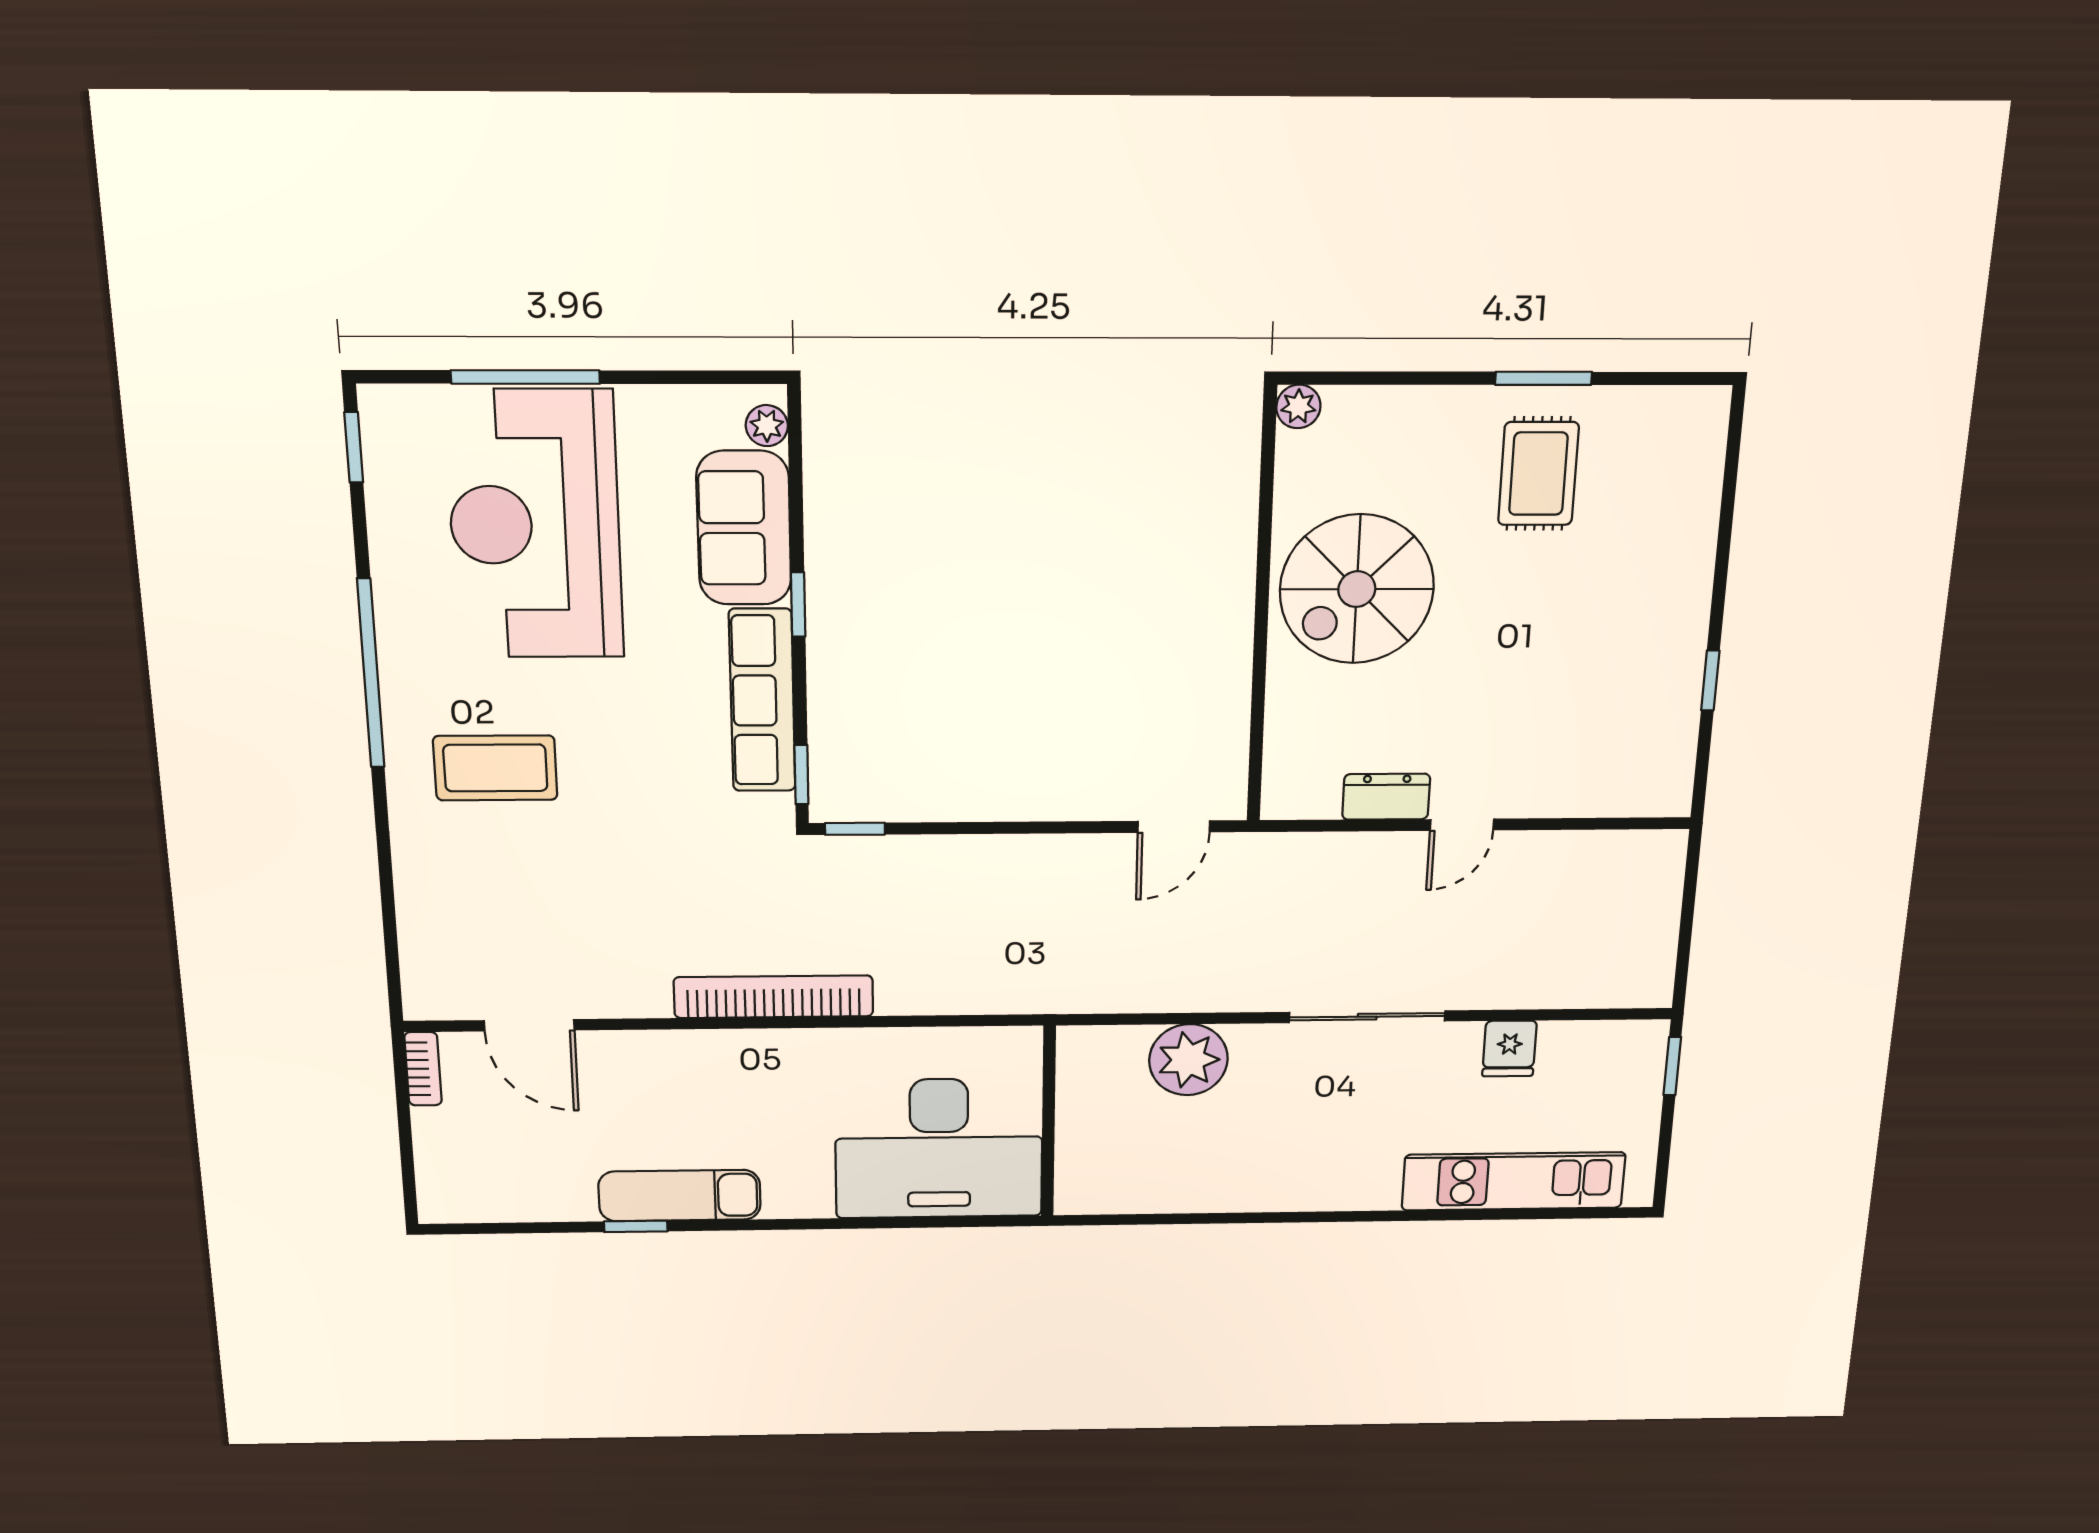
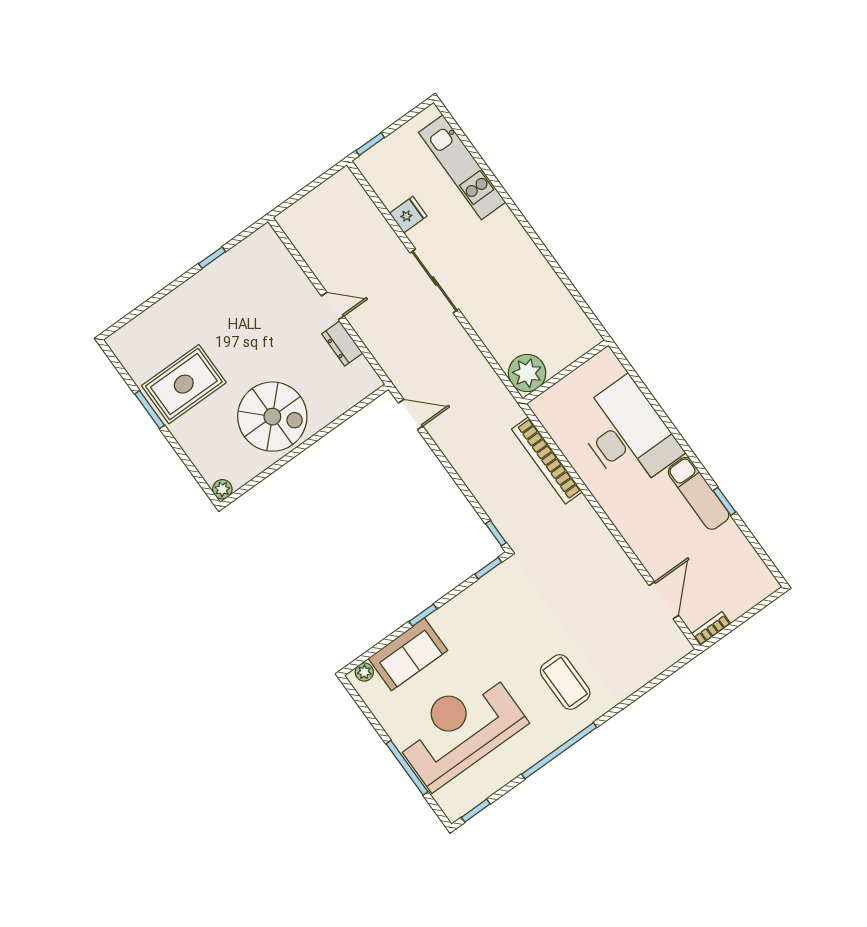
rug: (1538, 474) -> (184, 384), width x1.36, depth x1.43
reception desk: (535, 525) -> (460, 729), turned 180
row of seats: (762, 700) -> (469, 603), removed
bookcase: (774, 997) -> (547, 460), moved
plant: (1188, 1060) -> (527, 373), moved
desk: (939, 1149) -> (627, 434), moved

